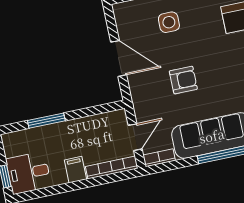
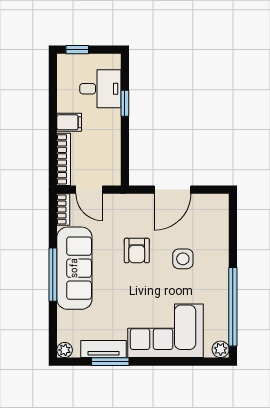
side table: (169, 22) -> (183, 259), moved
window: (46, 121) -> (125, 103), width x0.67
desk: (29, 173) -> (100, 89), moved, turned 90

